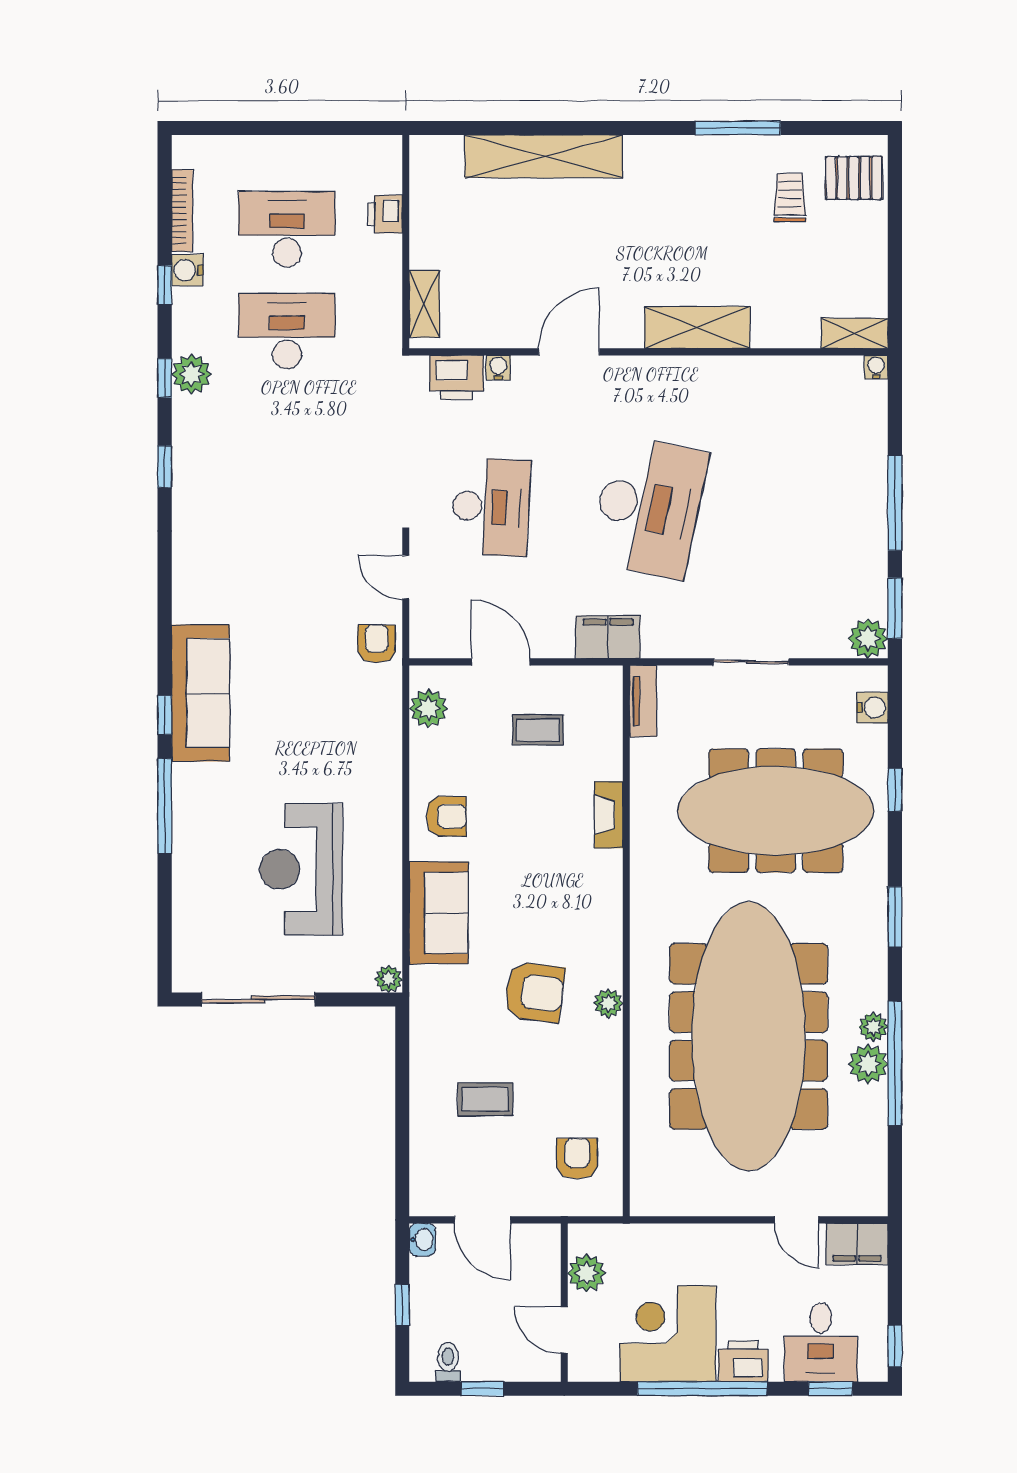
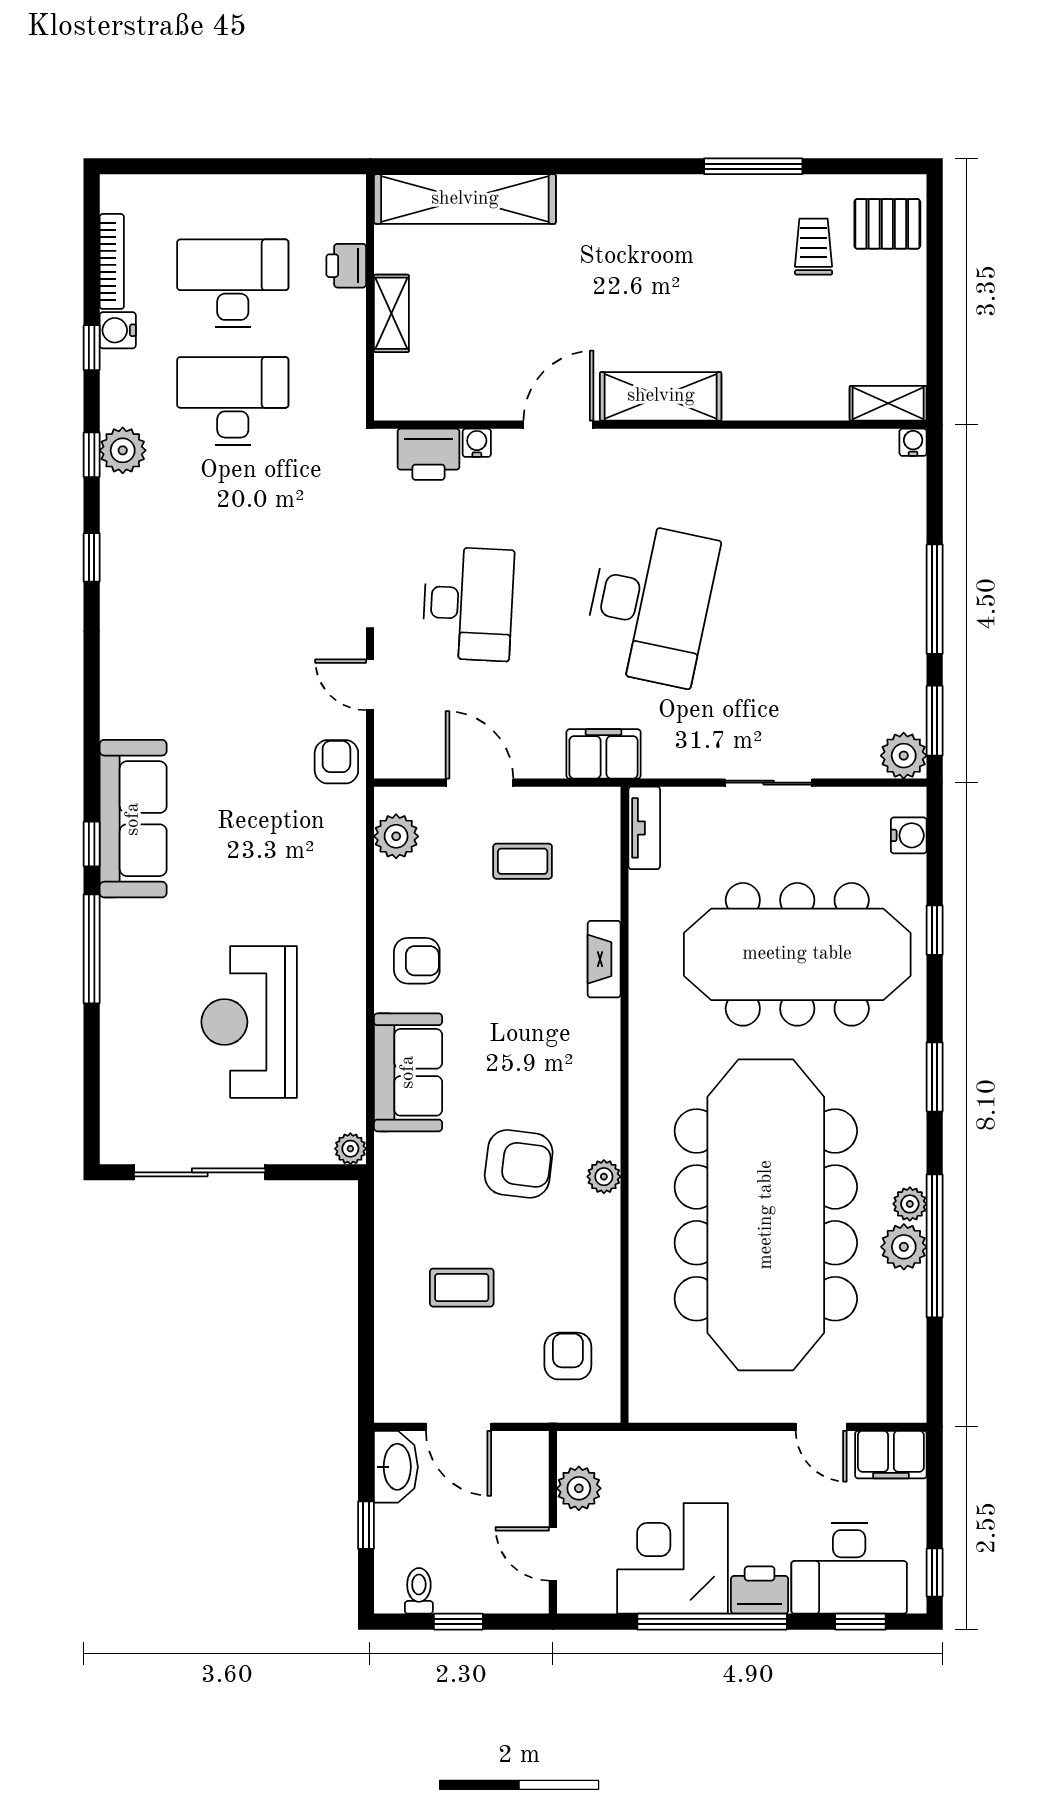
shelving: (544, 156) -> (465, 199), moved
shelving: (424, 304) -> (391, 313), moved
shelving: (697, 327) -> (661, 396), moved
washbasin: (422, 1240) -> (396, 1467), width x1.91, depth x1.45
desk: (821, 1342) -> (849, 1568), width x1.37

